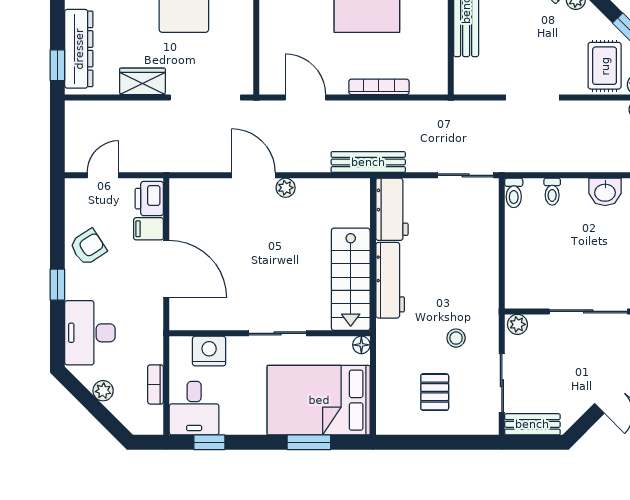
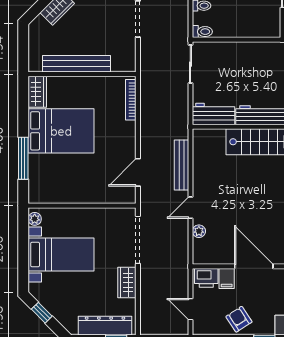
bookcase: (379, 87) -> (131, 100), moved
bench: (368, 162) -> (181, 165), moved
door: (253, 175) -> (190, 208), width x0.73
plant: (286, 188) -> (199, 231), moved
door: (166, 269) -> (254, 266), hinge flipped

